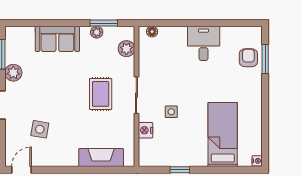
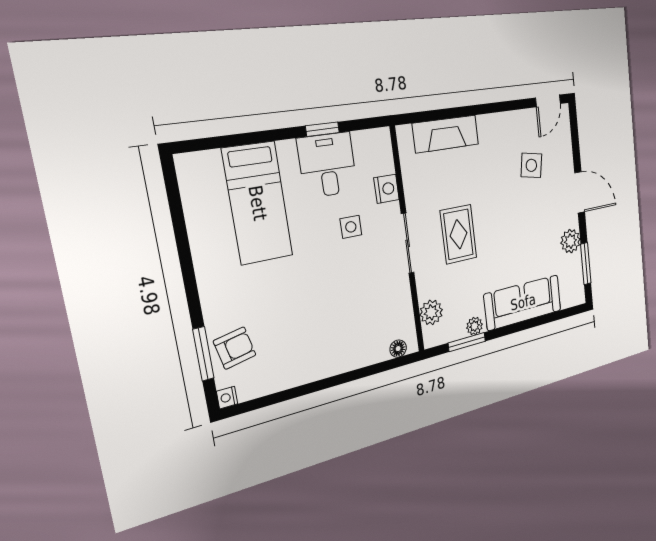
sofa: (57, 39) -> (523, 302), width x1.36
desk: (204, 43) -> (328, 165), moved, turned 180
armchair: (248, 58) -> (235, 348), turned -102
nightstand: (257, 161) -> (227, 398), moved

